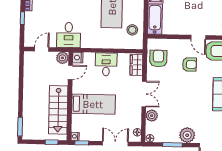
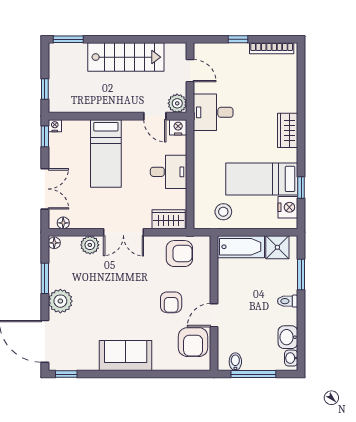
stairs: (58, 110) -> (126, 57), moved, turned 180

